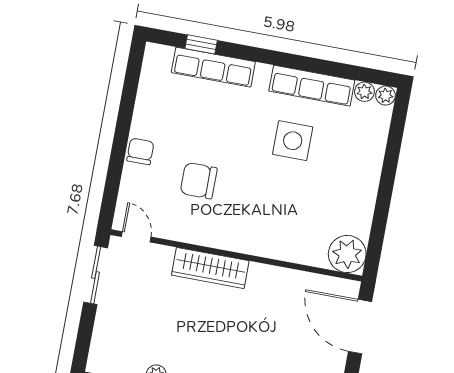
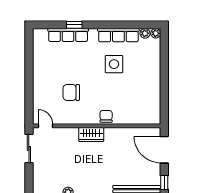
window: (201, 44) -> (74, 25), moved
chair: (140, 151) -> (106, 116), moved
plant: (347, 254) -> (151, 115), removed
wardrobe: (210, 268) -> (91, 135), width x0.67

